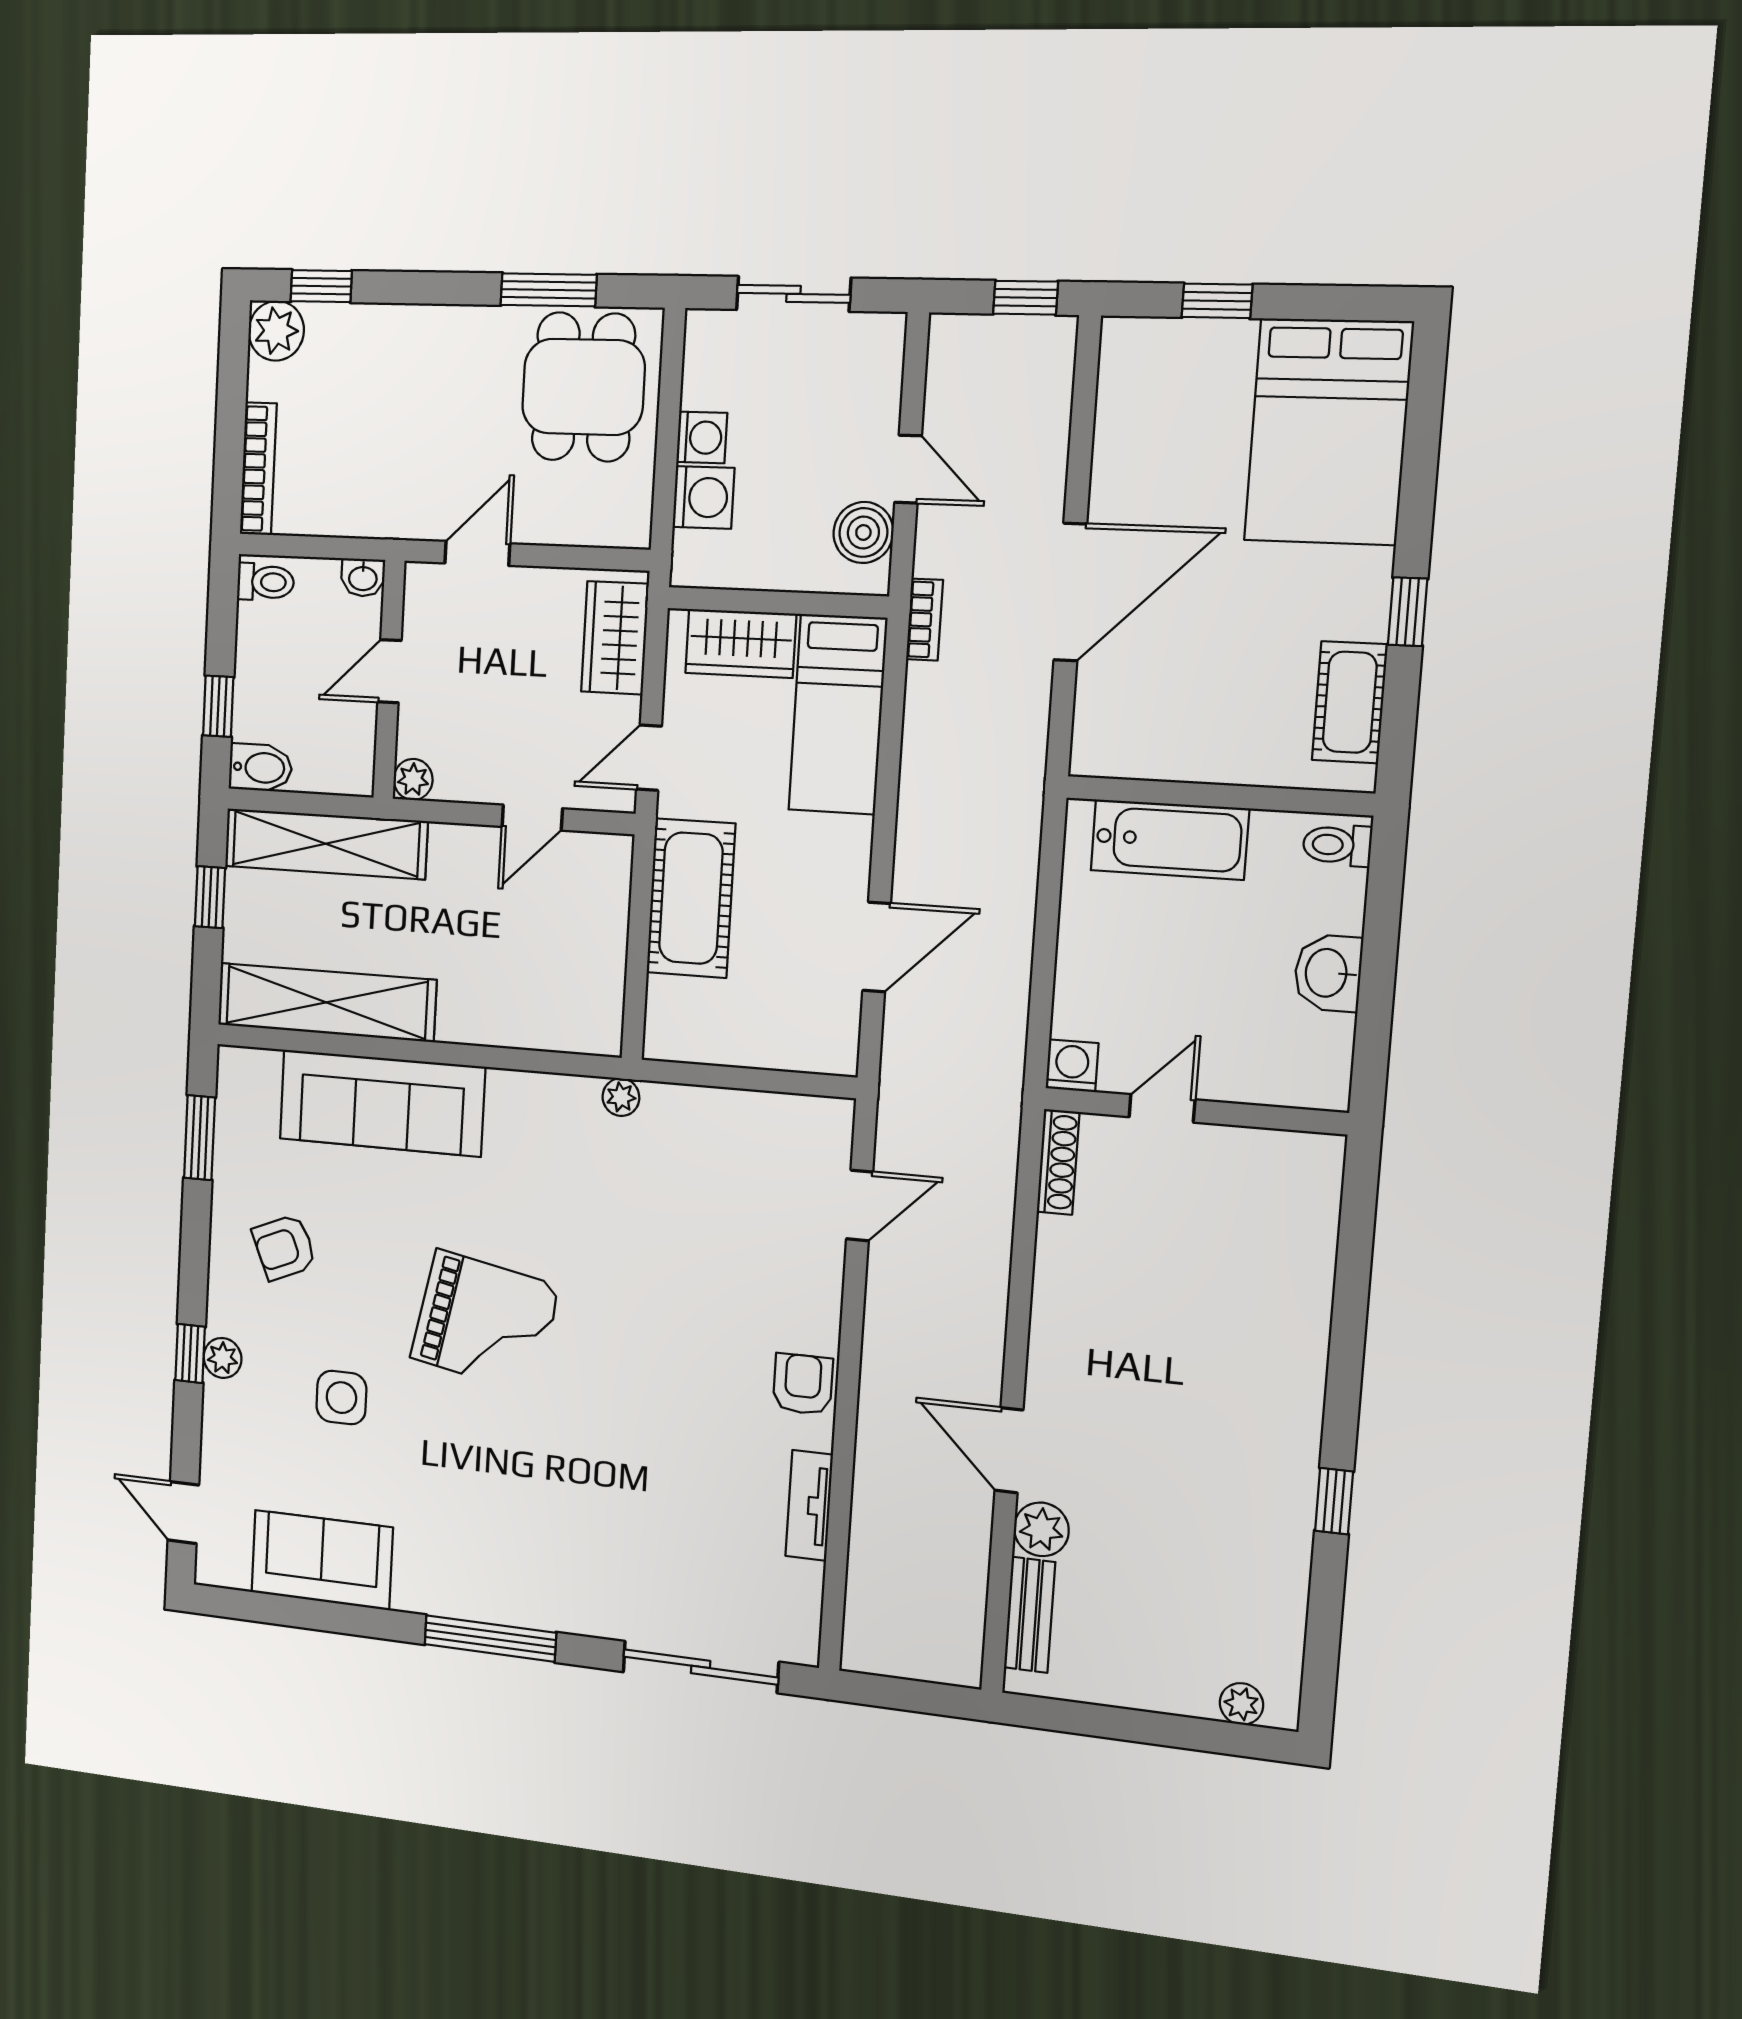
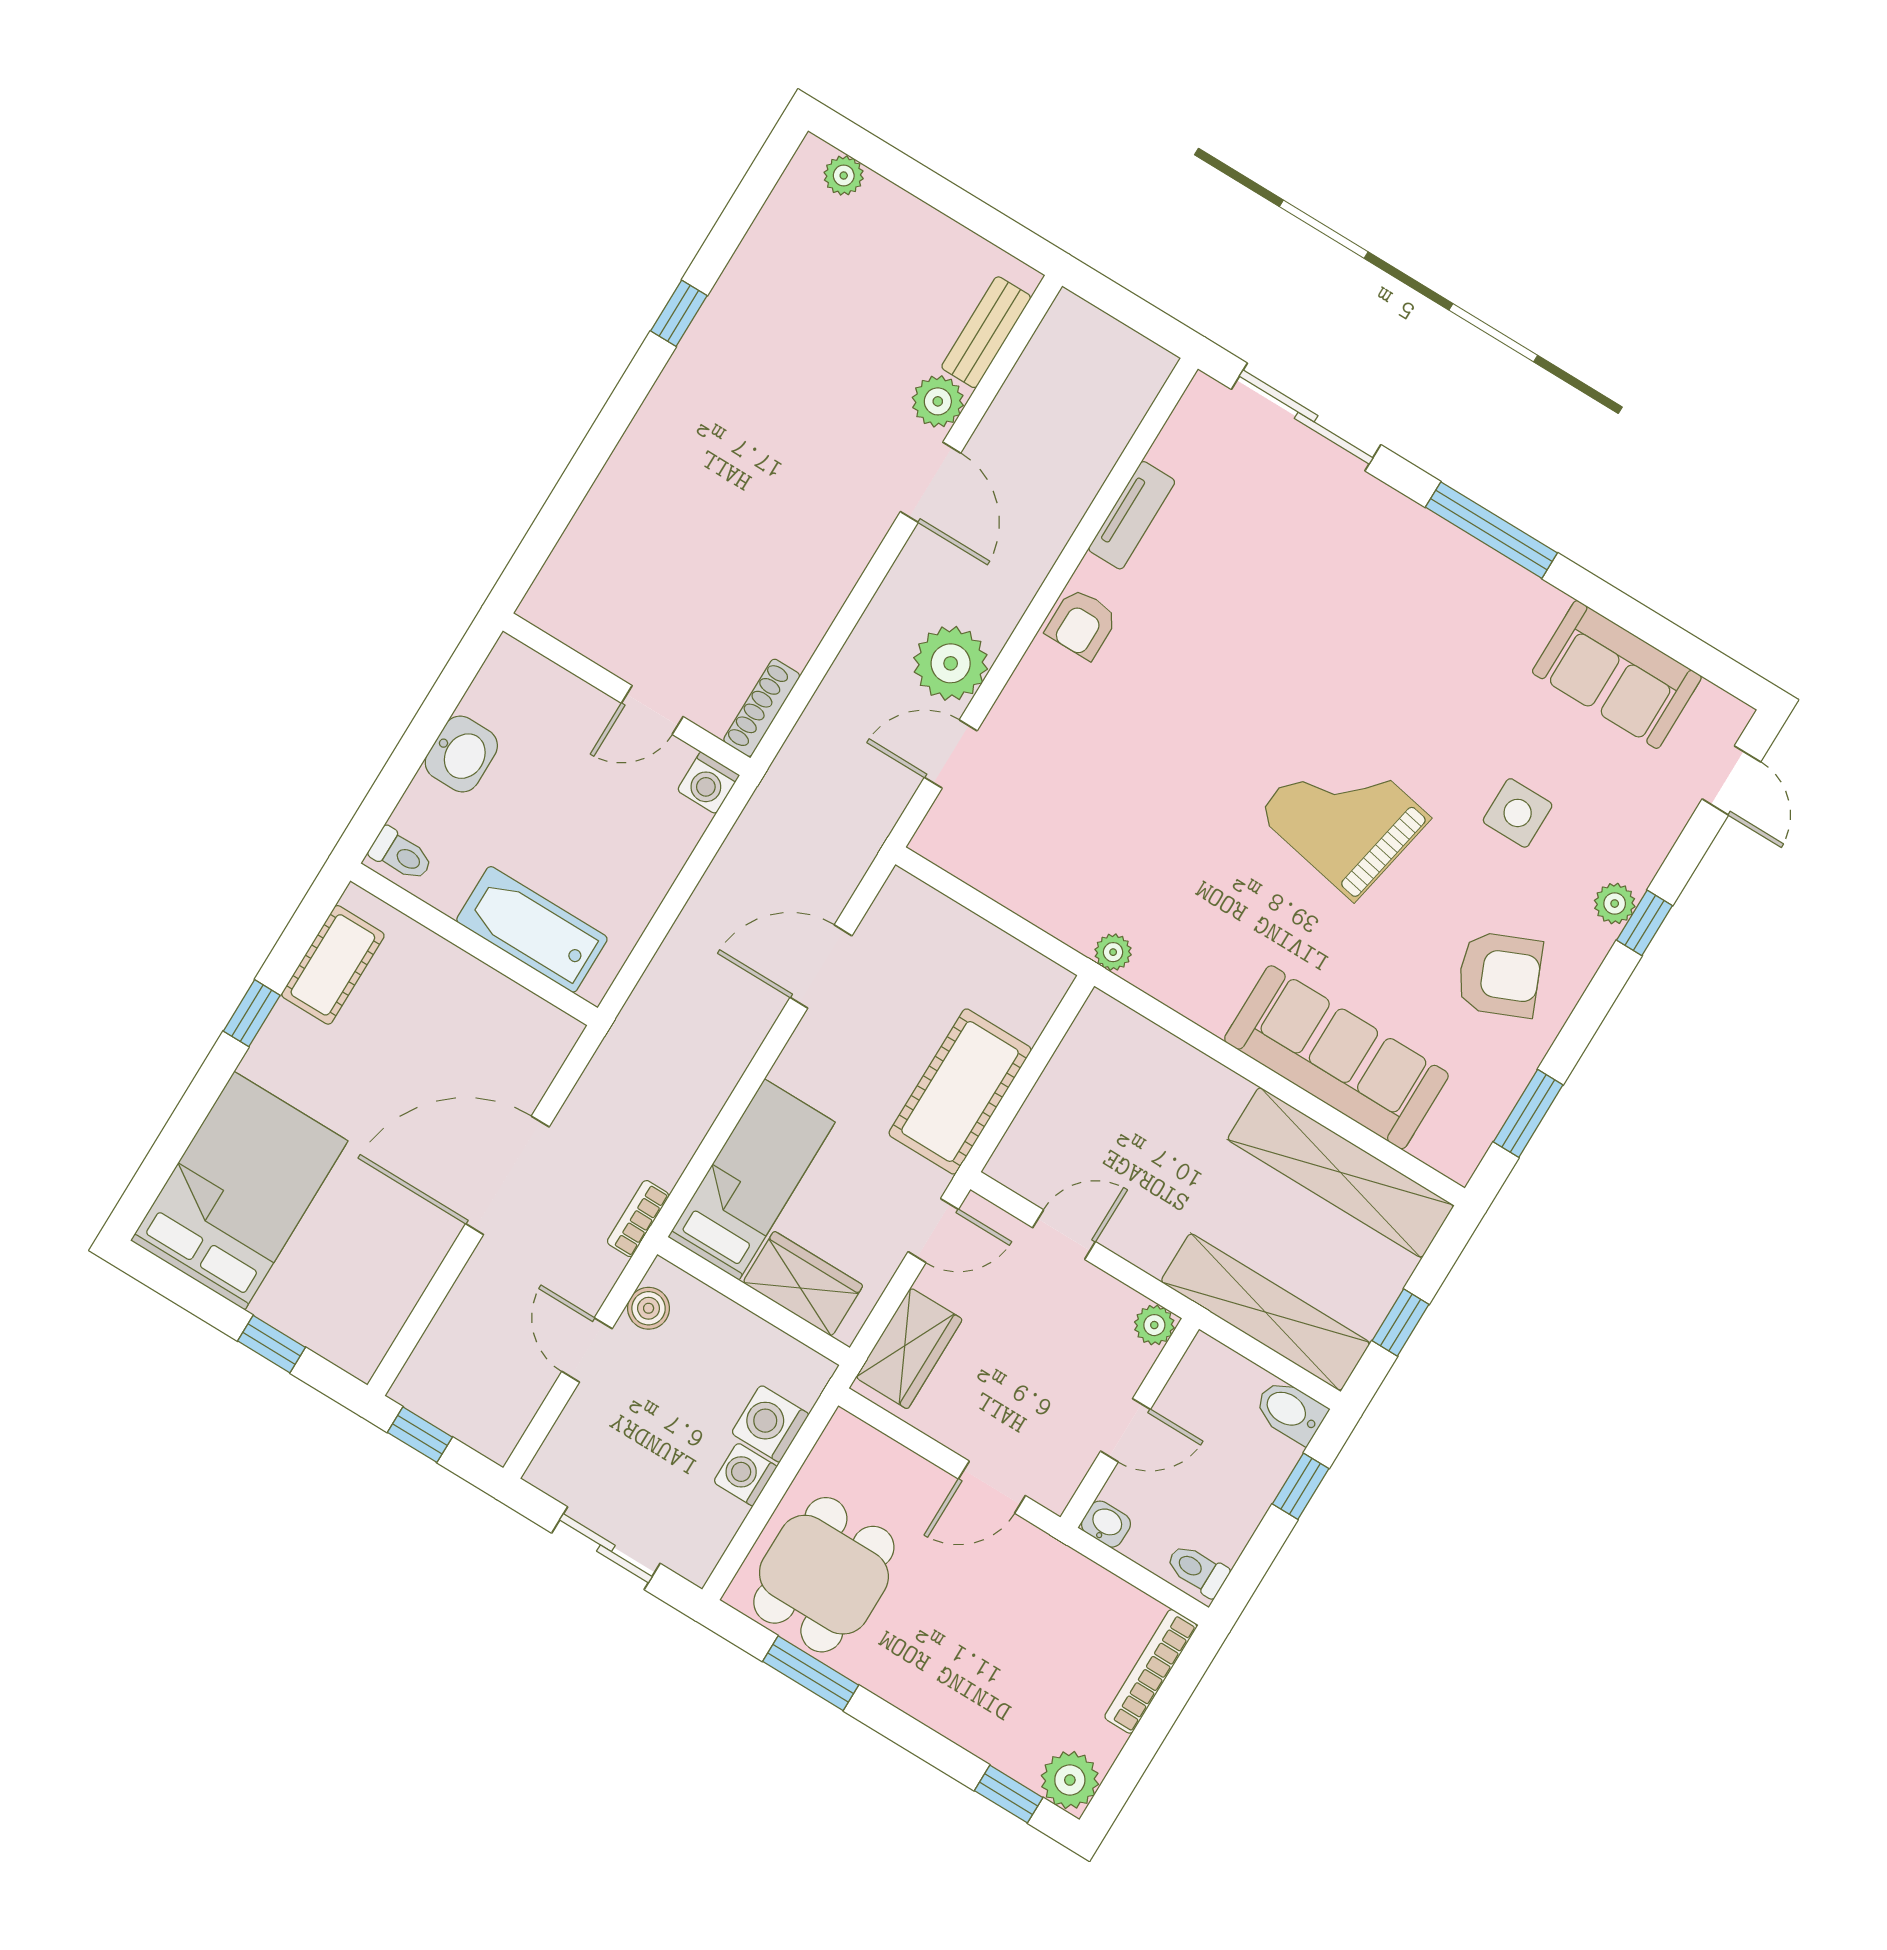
boiler: (863, 533) -> (649, 1308), width x0.73, depth x0.73
armchair: (284, 1247) -> (1499, 975), width x1.38, depth x1.38
plant: (903, 1290) -> (951, 663), added

